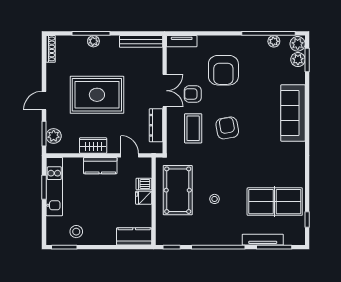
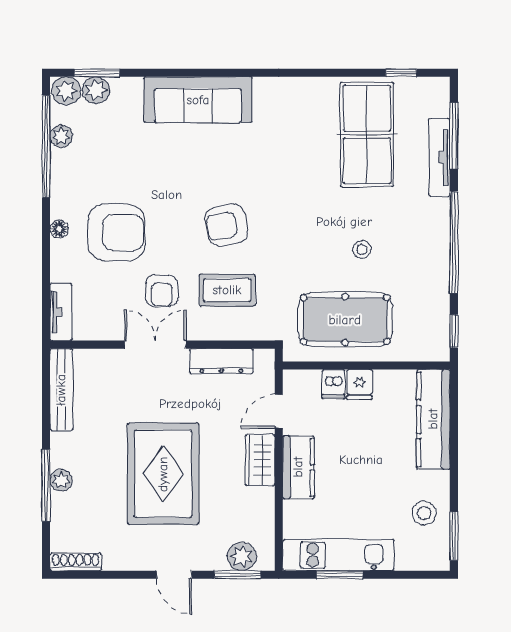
floor lamp: (225, 40) -> (59, 229), added
wardrobe: (93, 145) -> (260, 460), moved
kitchen counter: (134, 236) -> (433, 419), width x1.50

